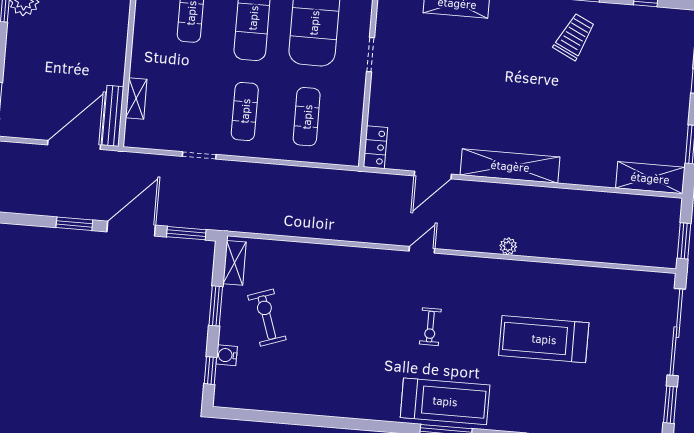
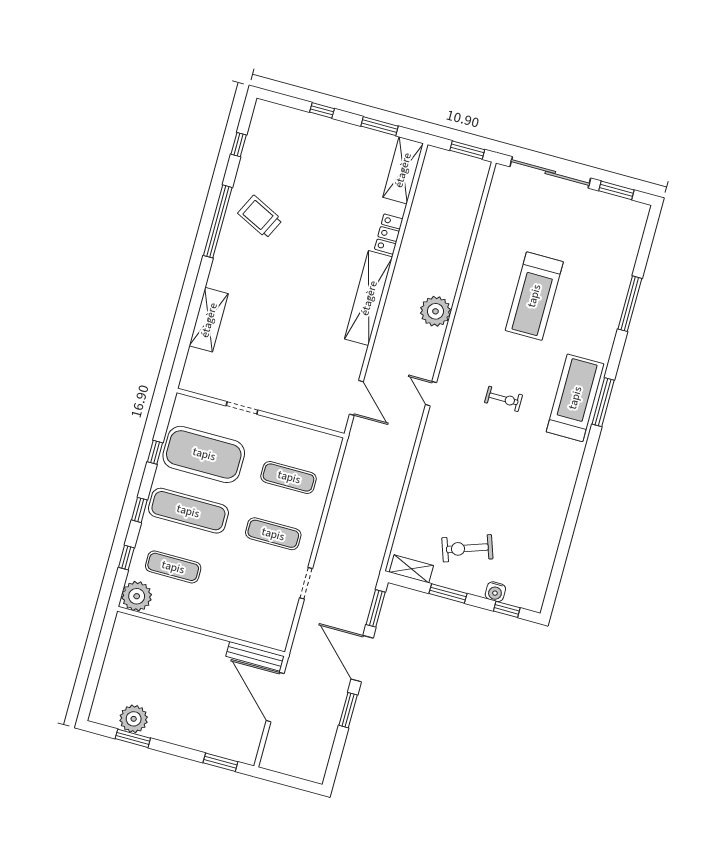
shelving: (136, 98) -> (243, 632), removed
locker: (375, 147) -> (389, 234), moved, turned -90
door: (433, 175) -> (356, 398), moved
plant: (508, 246) -> (435, 311), width x1.88, depth x1.88

